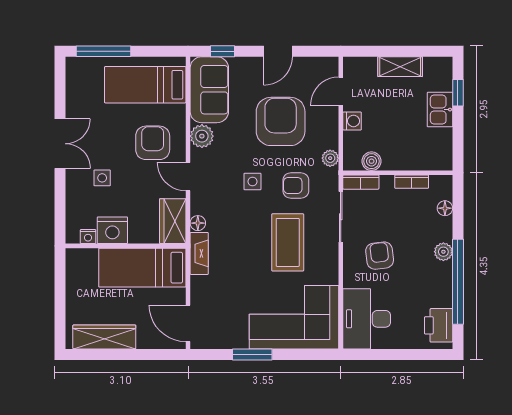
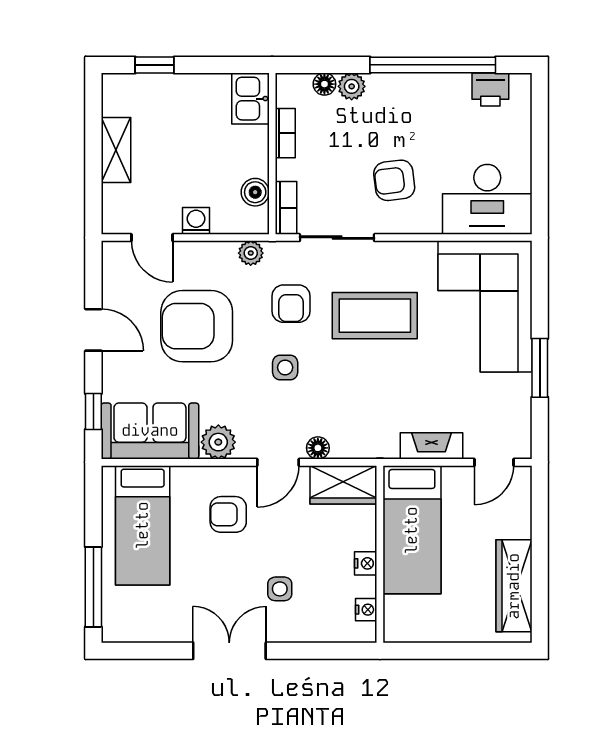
kitchen sink: (440, 110) -> (250, 99), moved, turned 90
armchair: (153, 143) -> (228, 514), width x0.72, depth x0.72
floor lamp: (198, 223) -> (318, 448), moved
nightstand: (112, 230) -> (366, 563), width x0.53, depth x0.56
plant: (443, 252) -> (352, 86), moved
fireplace: (199, 253) -> (431, 446), moved
door: (188, 323) -> (494, 462), width x0.73
printer: (439, 325) -> (490, 89), width x0.73, depth x0.81

